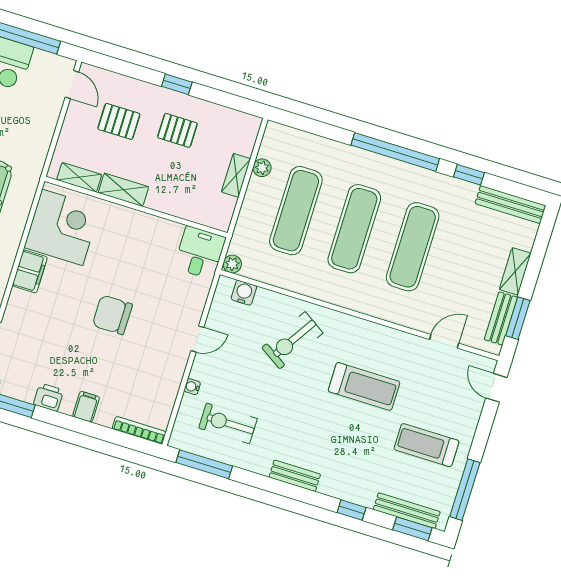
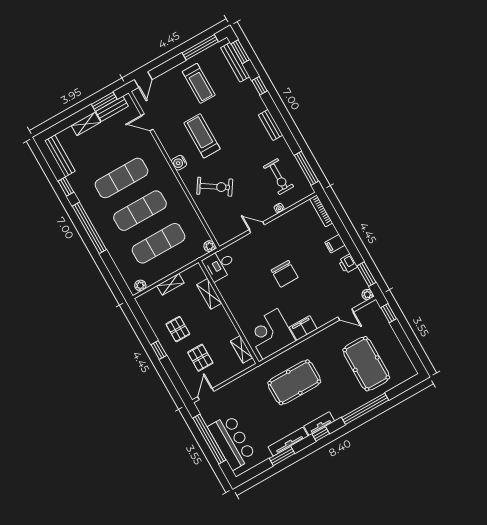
plant: (262, 168) -> (140, 285), moved
shelving: (123, 190) -> (209, 294), moved
water cooler: (244, 293) -> (179, 163), moved

